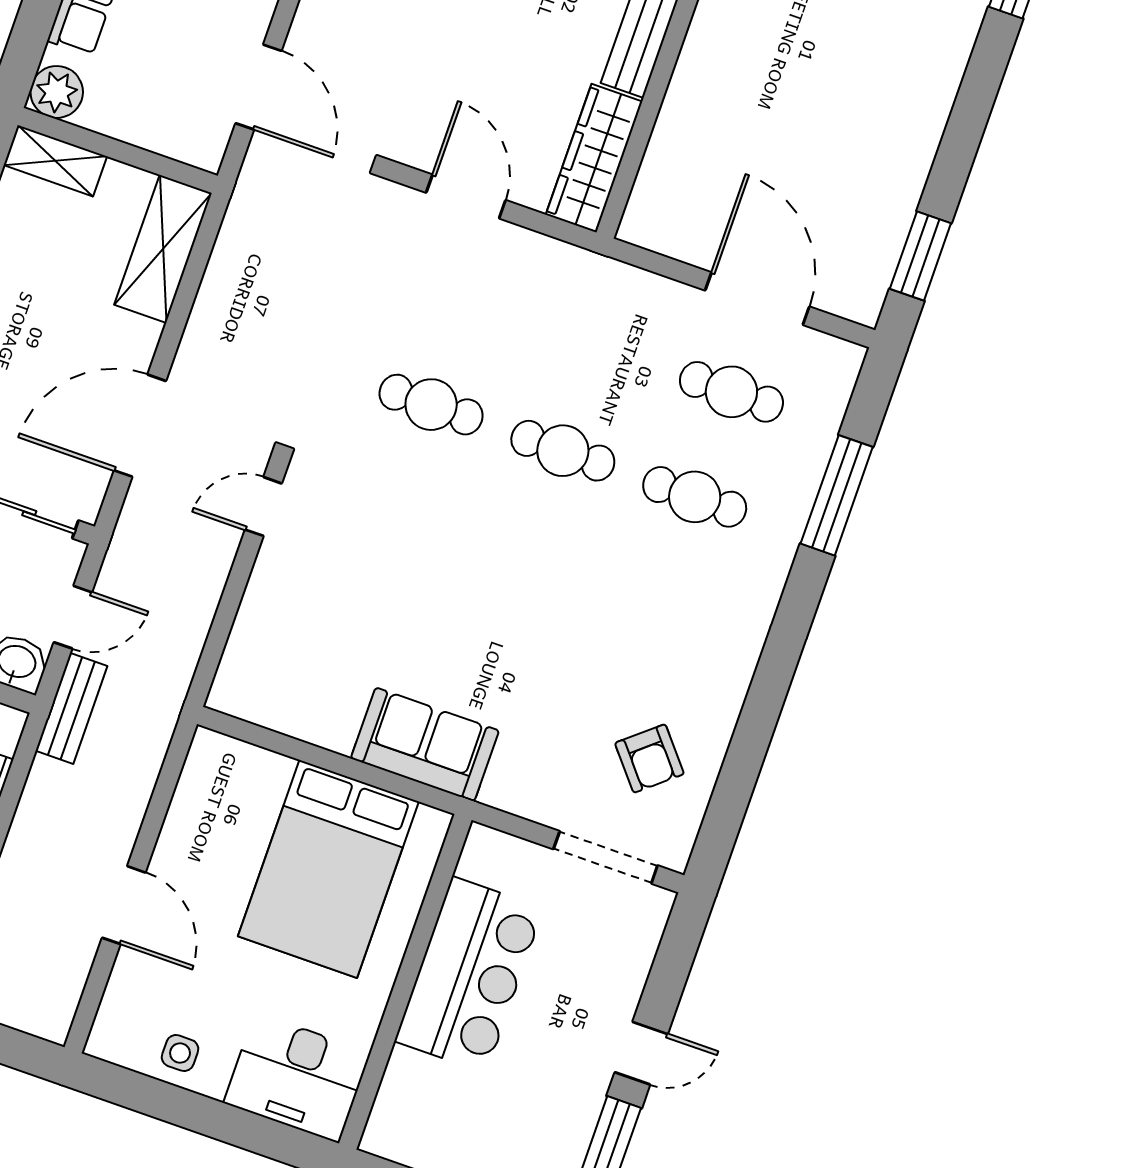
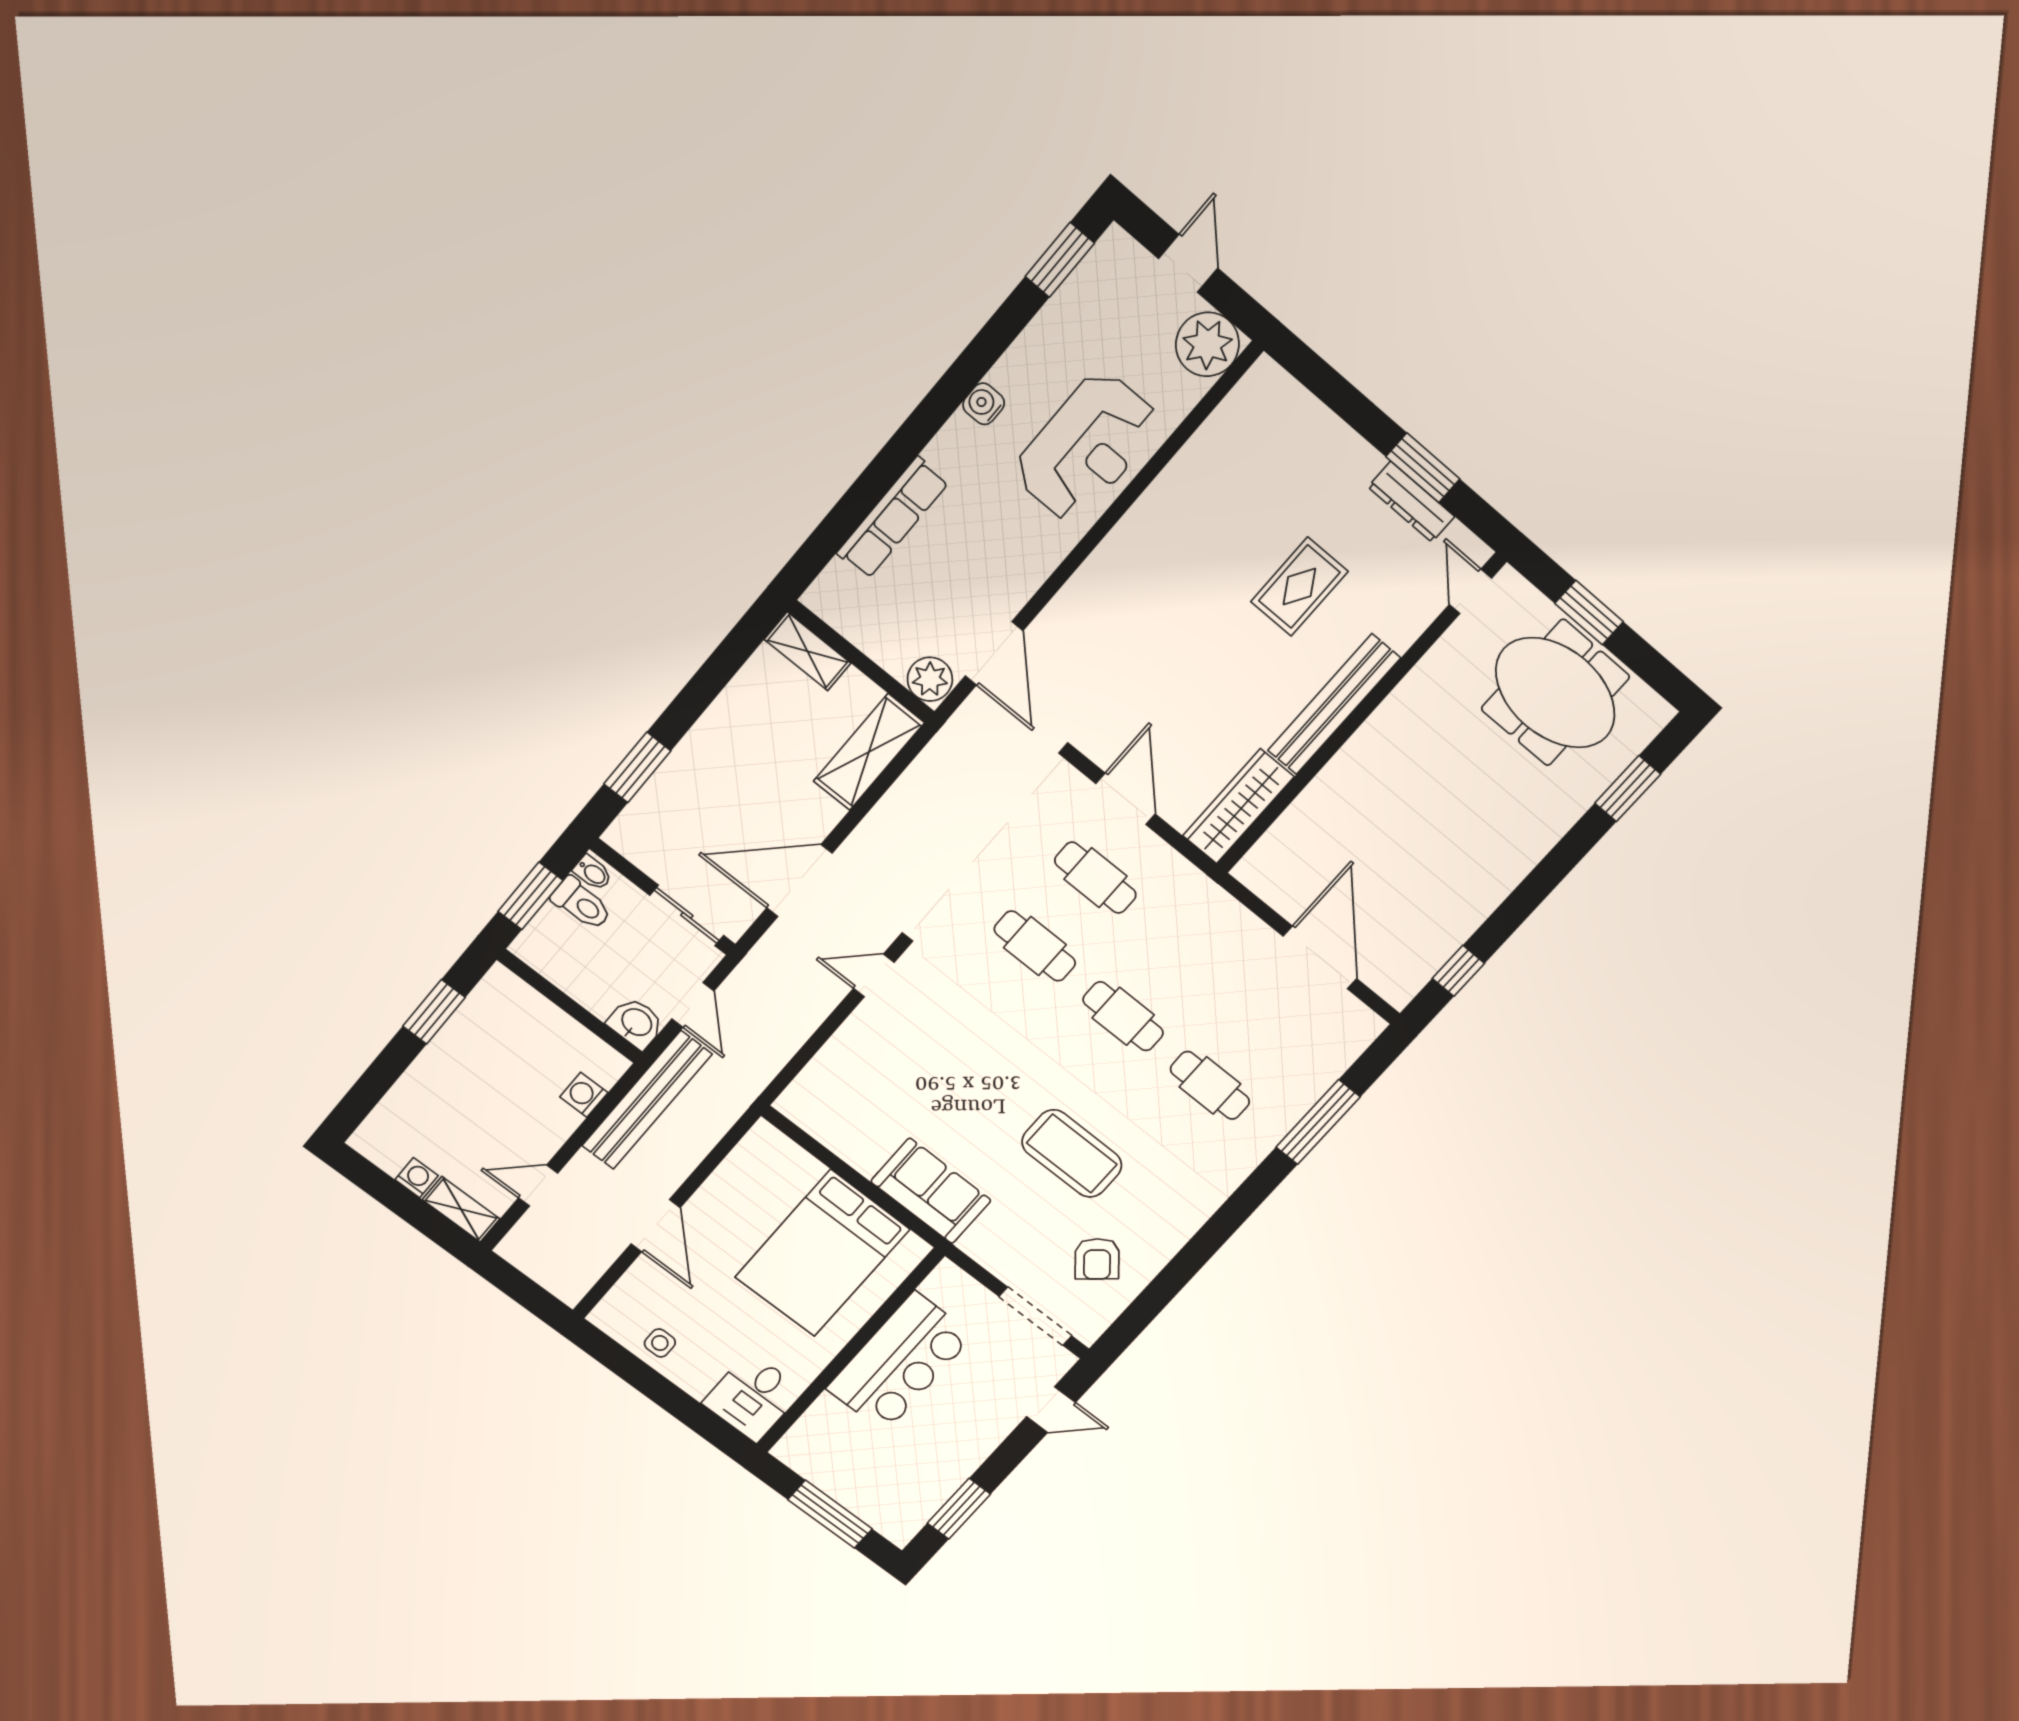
plant: (57, 92) -> (930, 679), moved
window: (920, 256) -> (1458, 971), width x0.67
cafe table: (731, 392) -> (1095, 878), moved
door: (73, 617) -> (693, 1005), hinge flipped
coffee table: (569, 638) -> (1072, 1154), added
bench: (71, 708) -> (647, 1100), width x1.86, depth x1.21
door: (641, 1053) -> (1051, 1410), moved
desk: (297, 1078) -> (753, 1397), width x0.73

